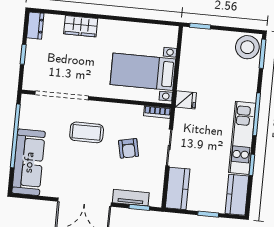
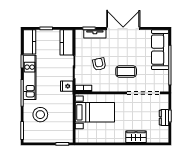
dresser: (35, 26) -> (164, 118), moved
stool: (247, 47) -> (40, 115), moved
fridge: (186, 100) -> (67, 86), moved

